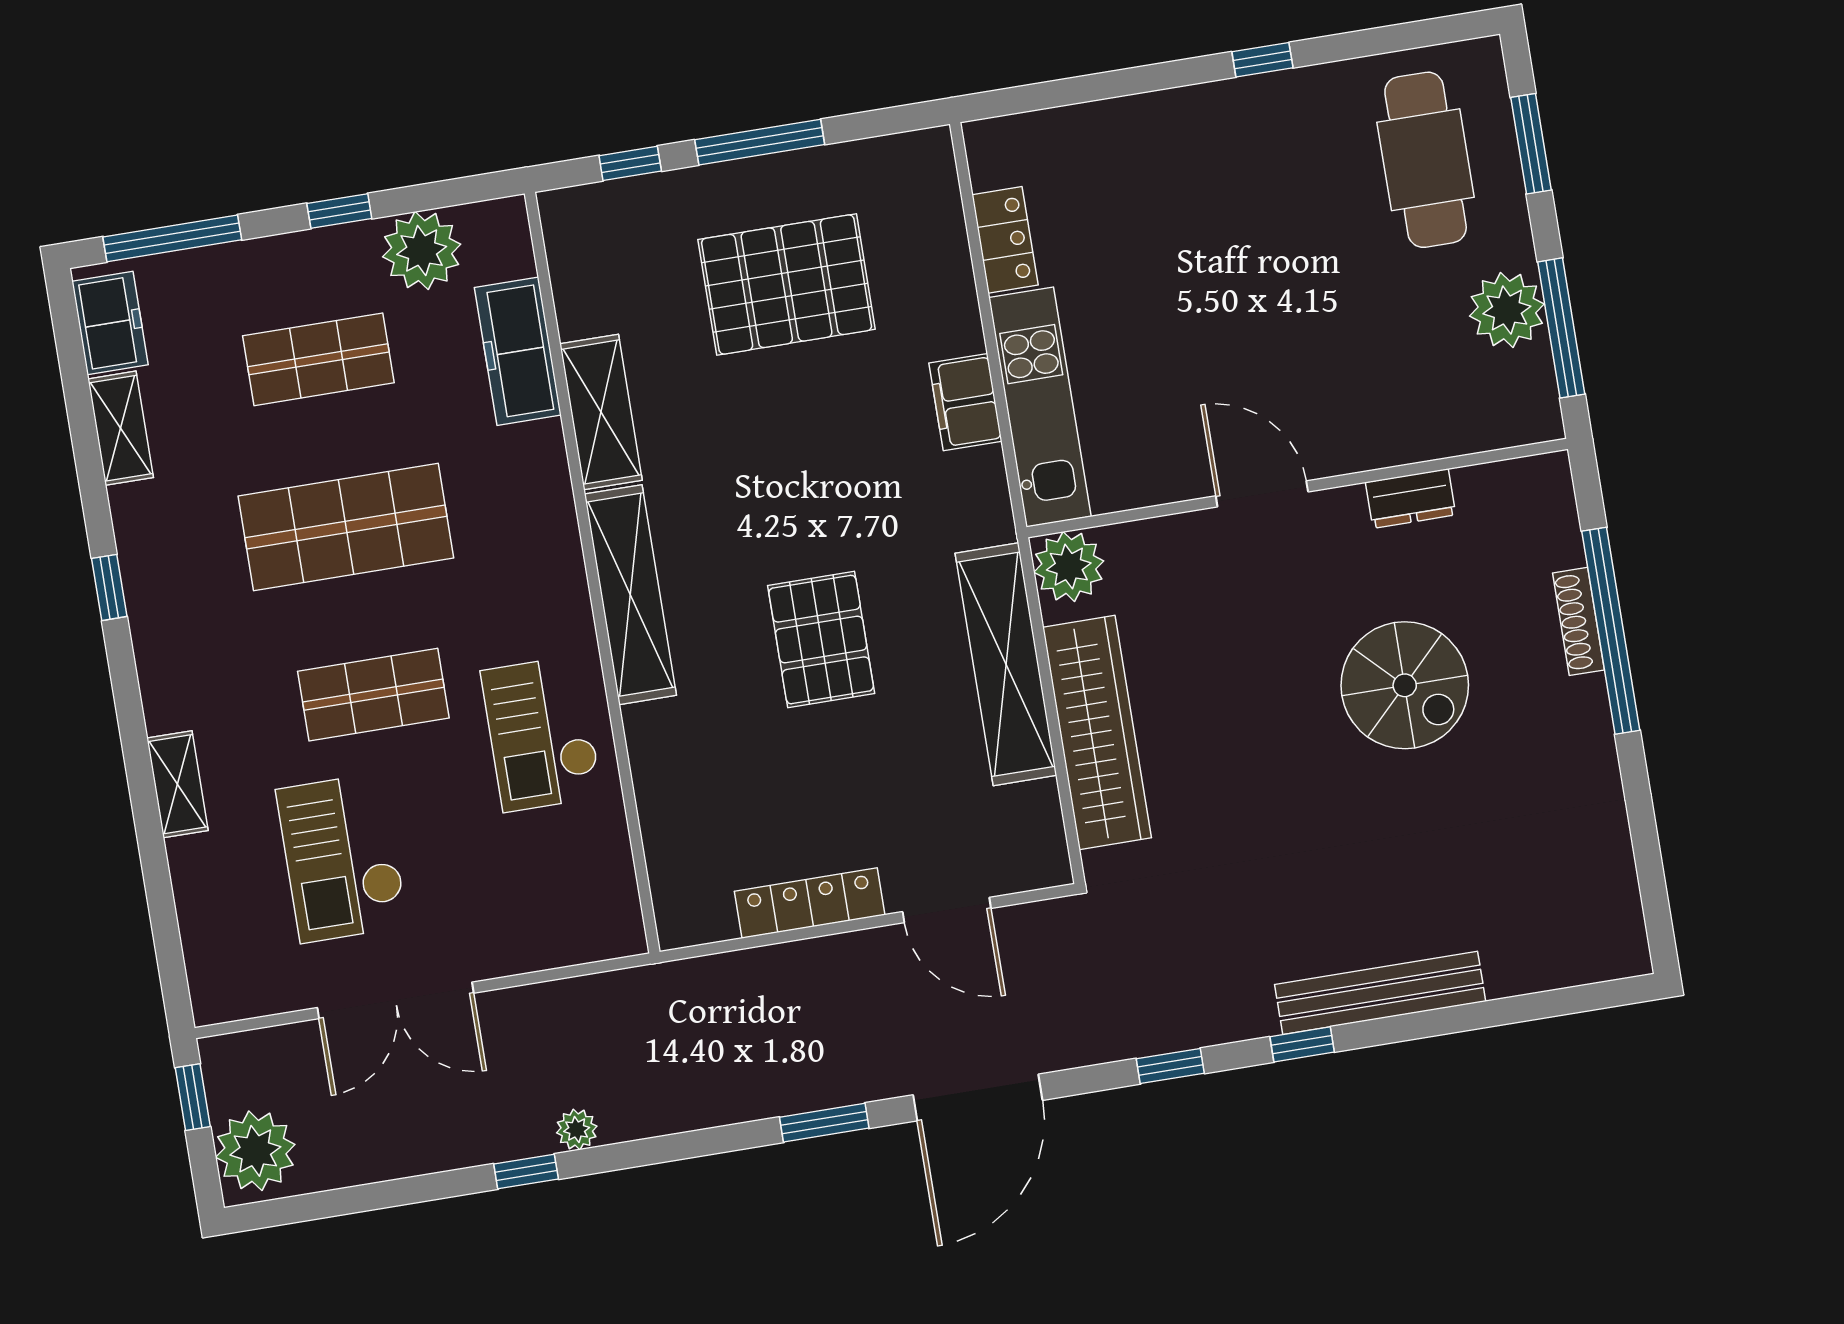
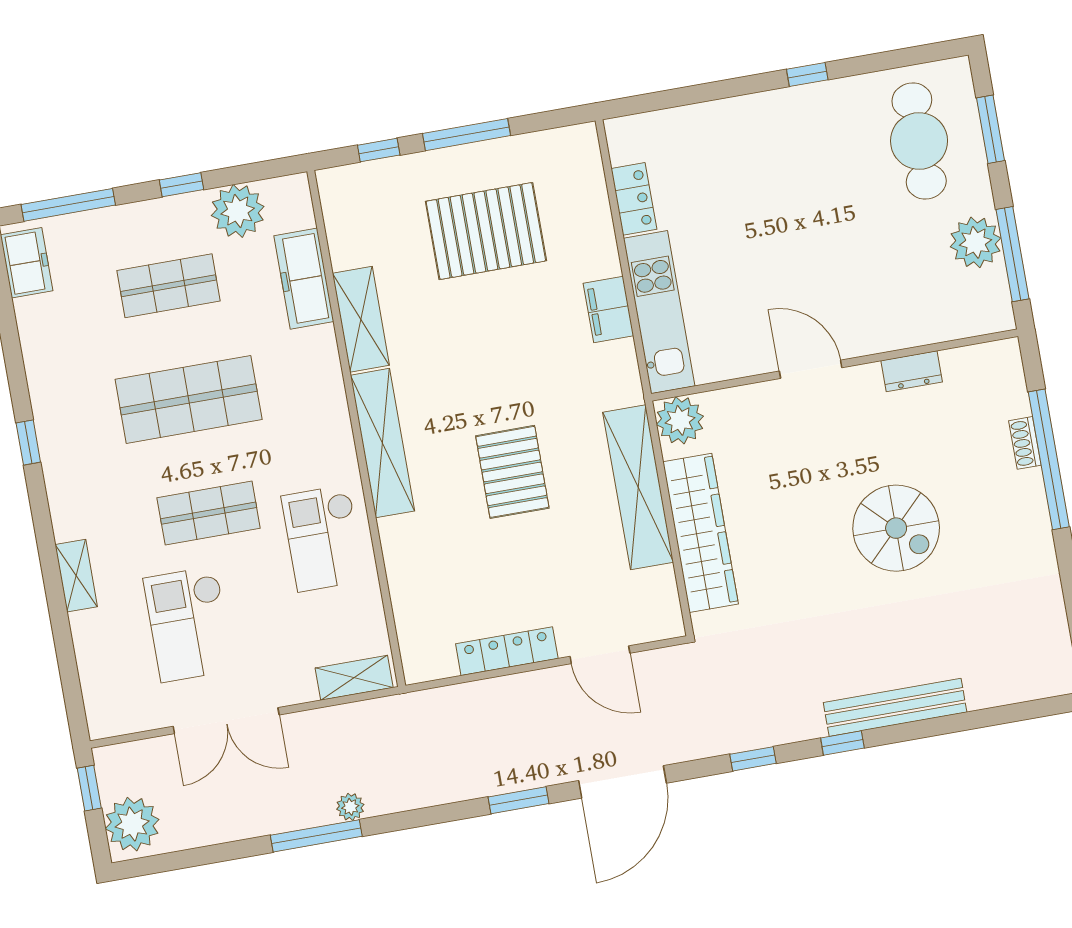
shelving: (121, 428) -> (354, 678), moved, turned 90
shoe rack: (1578, 621) -> (1025, 443), width x0.70
spiral stairs: (1405, 685) -> (896, 528), moved
window: (526, 1172) -> (316, 836), width x2.17

